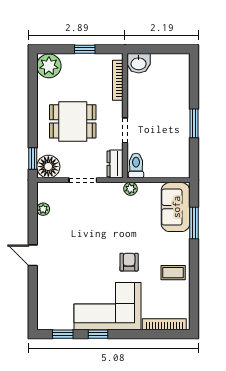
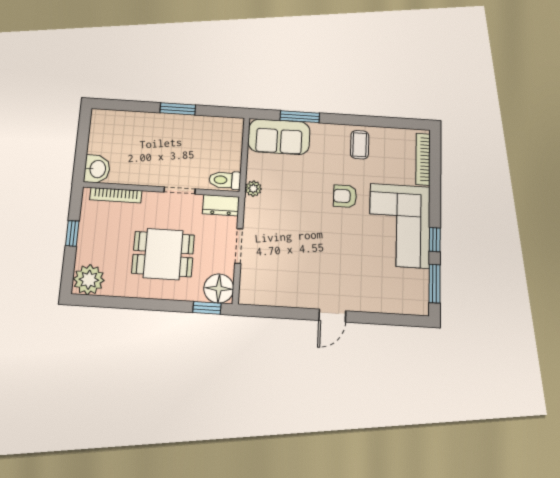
dining table: (73, 121) -> (163, 254), turned 90
plant: (43, 209) -> (273, 299), removed
window: (63, 334) -> (435, 284), width x1.50

